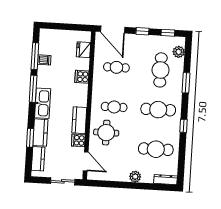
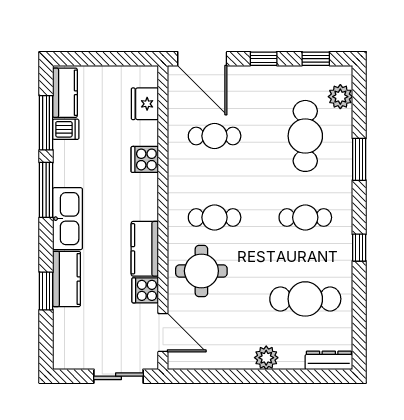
cafe table: (158, 110) -> (305, 217), width x0.73, depth x0.74
kitchen counter: (38, 159) -> (65, 93), moved

